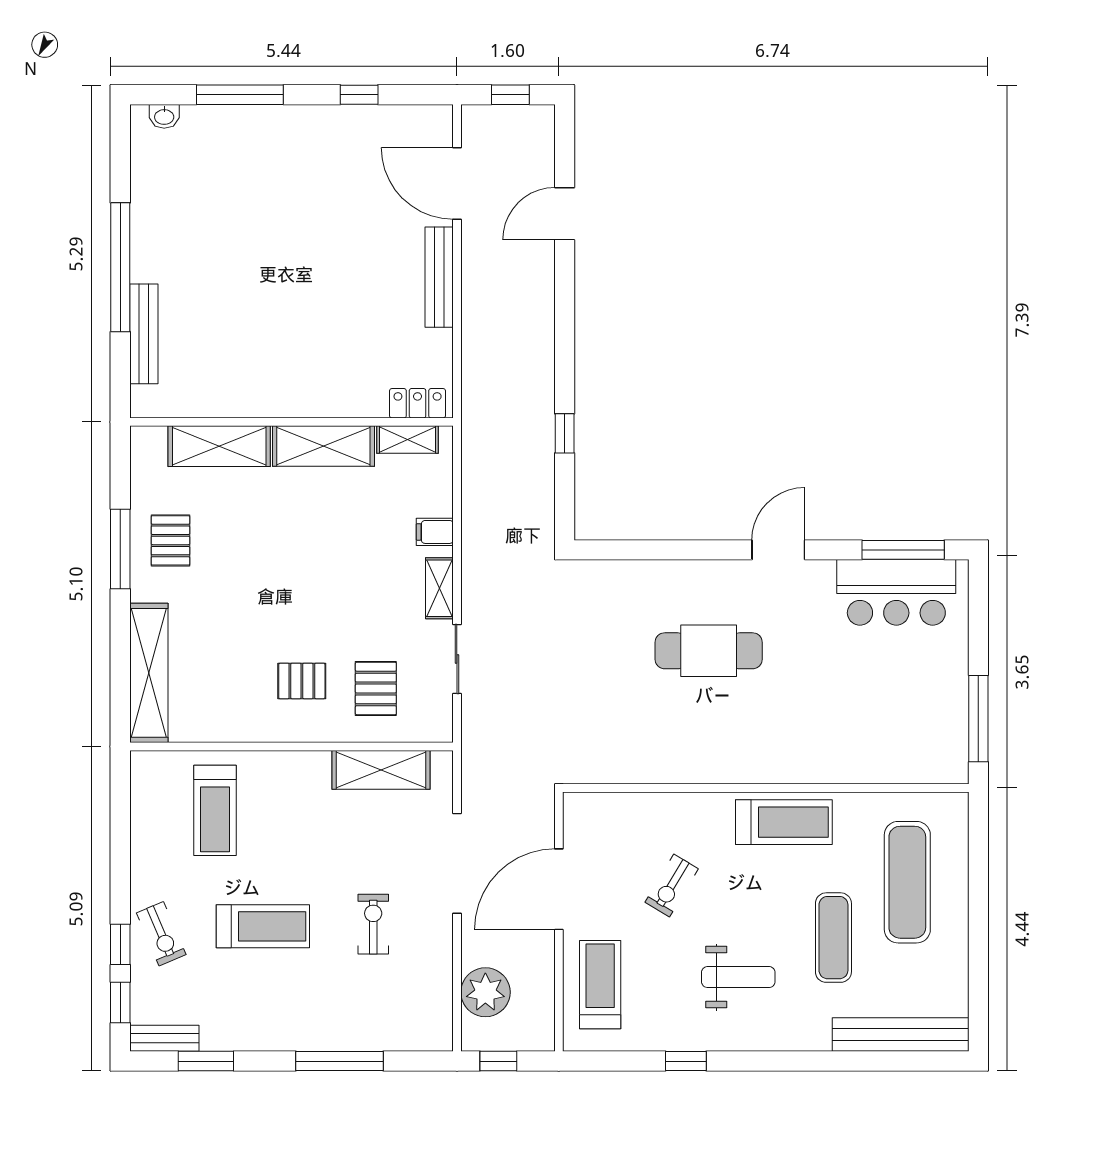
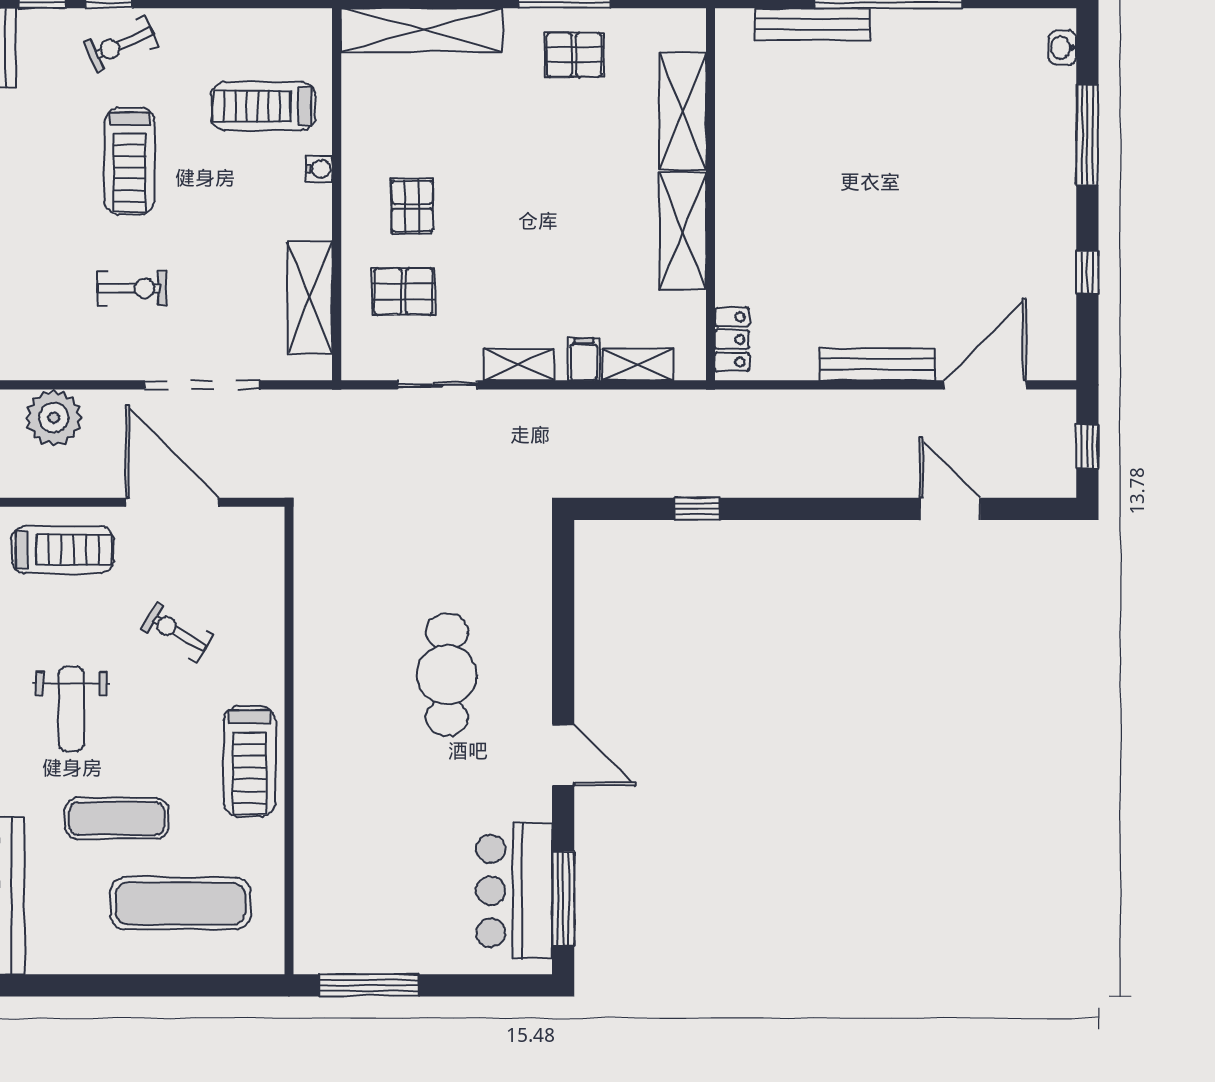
shelving: (407, 440) -> (638, 365), moved, turned 90
water cooler: (269, 762) -> (319, 169), added

